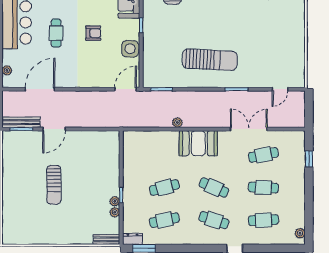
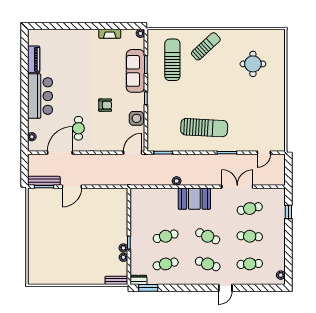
cafe table: (56, 33) -> (78, 128), moved
sun lounger: (54, 185) -> (72, 234), removed

